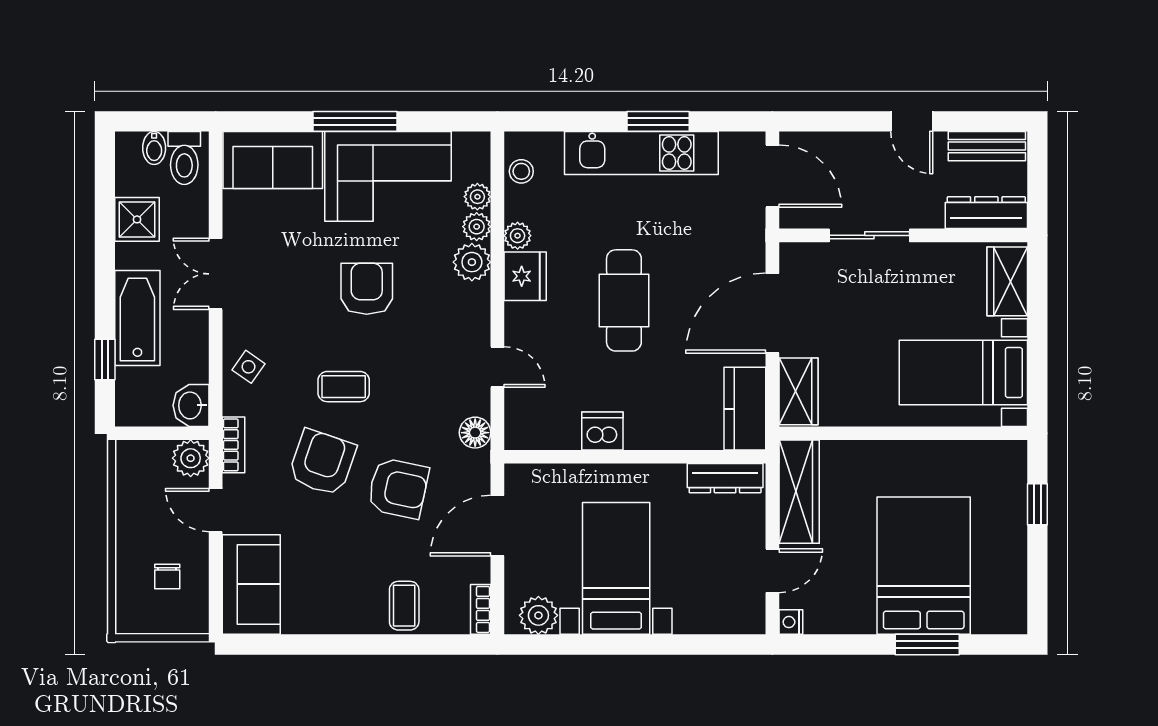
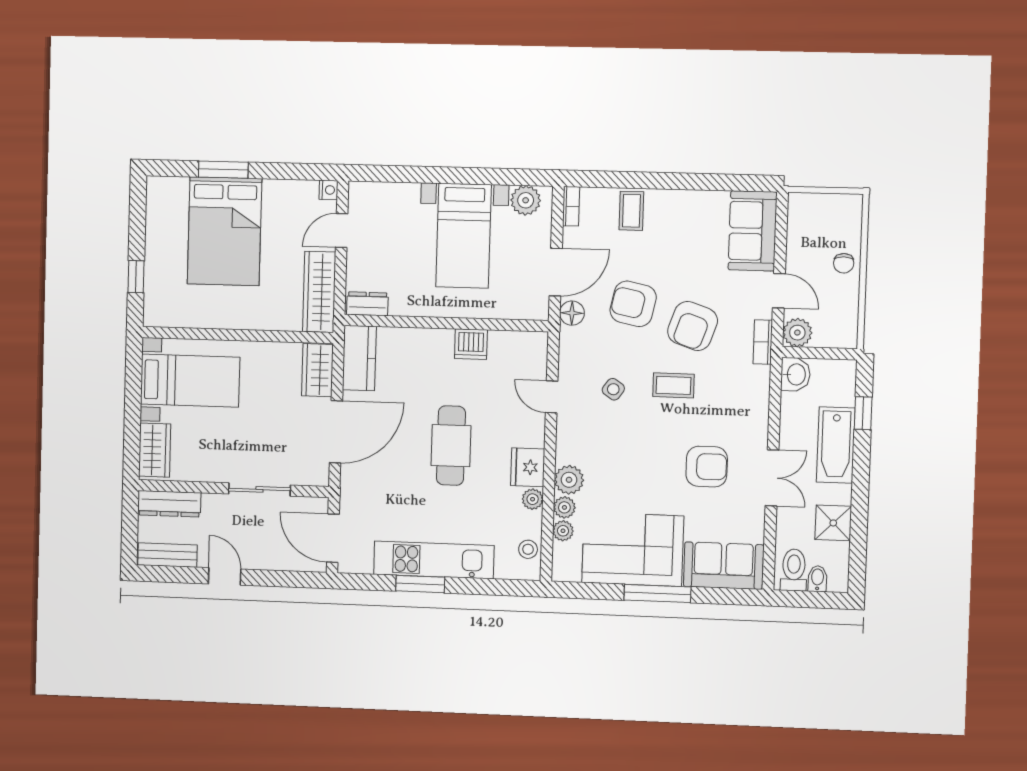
armchair: (367, 289) -> (707, 467), moved, turned -90
side table: (249, 367) -> (613, 389), moved
floor lamp: (475, 433) -> (572, 313), moved
dresser: (725, 478) -> (367, 304), width x0.70
chair: (167, 576) -> (844, 263), moved, turned 180

